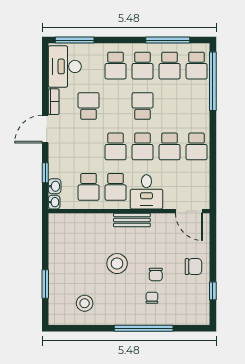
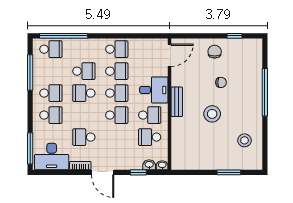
school desk: (170, 66) -> (84, 71), moved
school desk: (89, 187) -> (150, 137), turned 180
chair: (152, 298) -> (240, 85), removed

